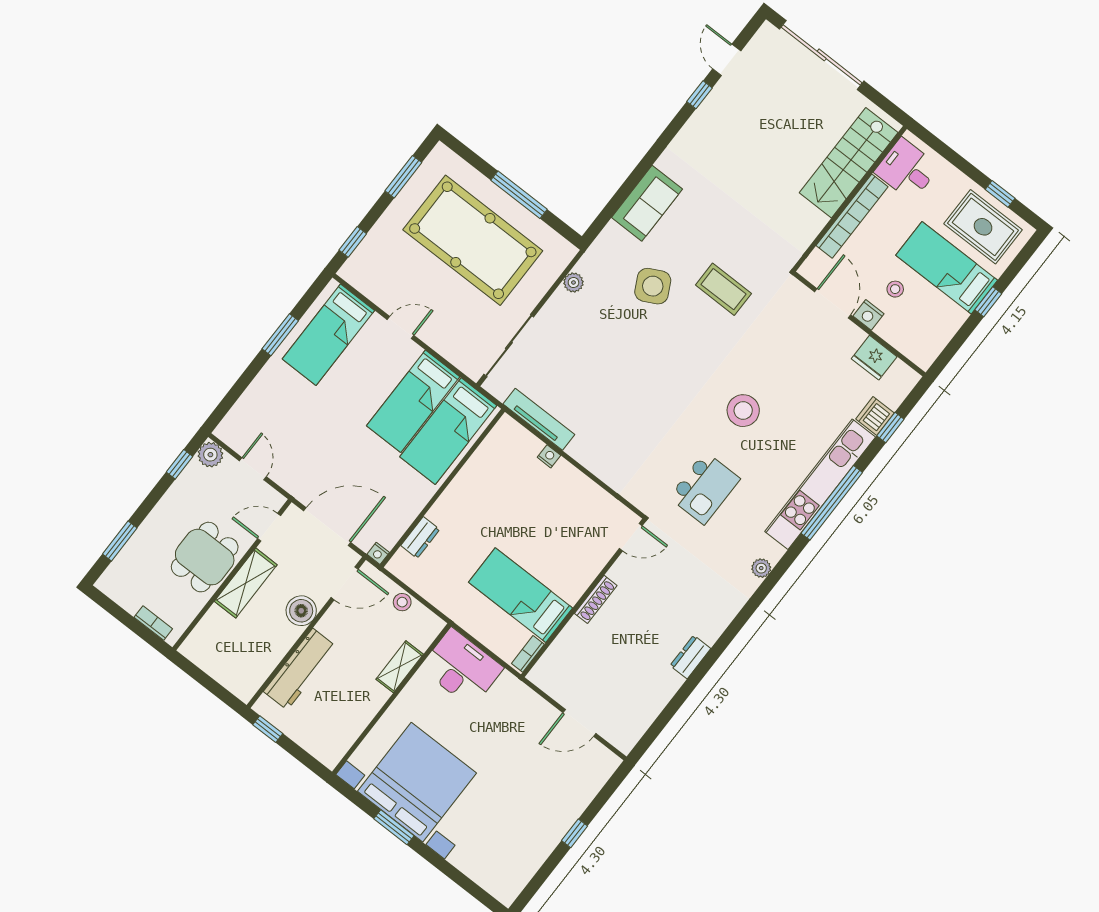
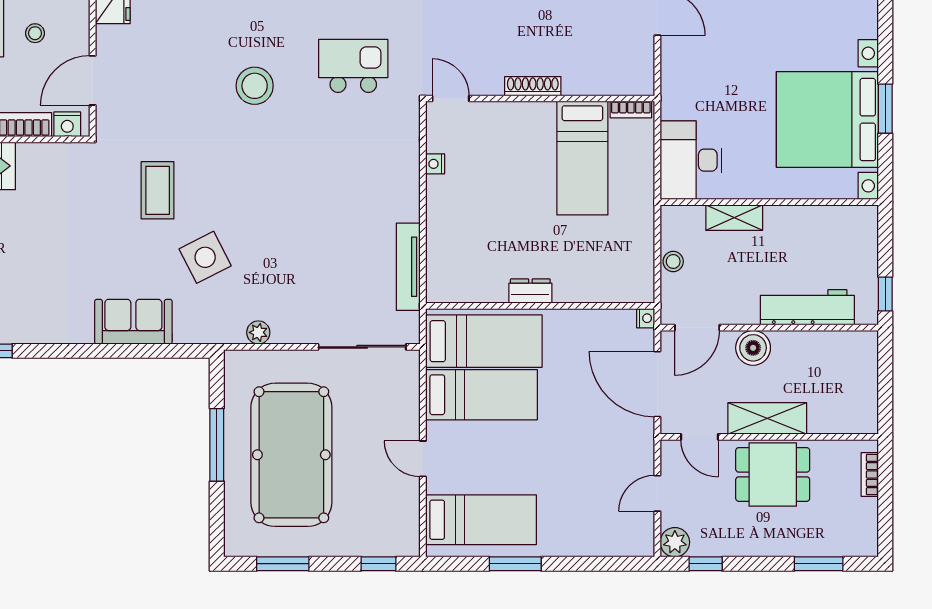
nightstand: (869, 315) -> (67, 124), moved, turned 90
nightstand: (549, 456) -> (435, 164), moved
dresser: (420, 537) -> (530, 291), moved
door: (345, 583) -> (697, 328), swing flipped

